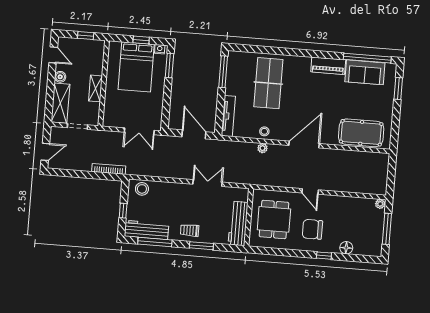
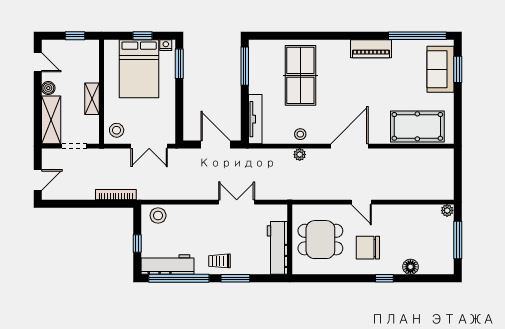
sofa: (365, 72) -> (440, 69), moved, turned 90
stool: (114, 116) -> (117, 130), added
dining table: (274, 219) -> (320, 240), turned 90
window: (155, 242) -> (179, 278), width x1.46

